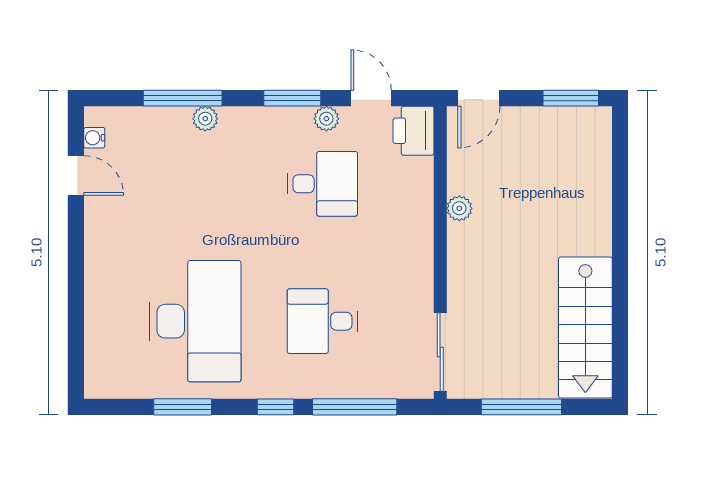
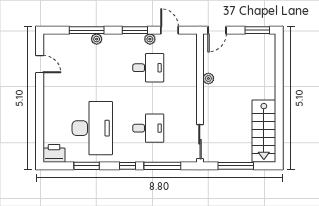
printer: (414, 131) -> (54, 153), moved, turned 90
water cooler: (94, 138) -> (48, 47), removed
desk: (322, 321) -> (148, 128), turned 180

